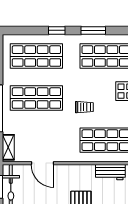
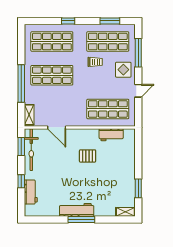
window: (93, 30) -> (110, 21), moved
trolley: (84, 107) -> (95, 62), moved

